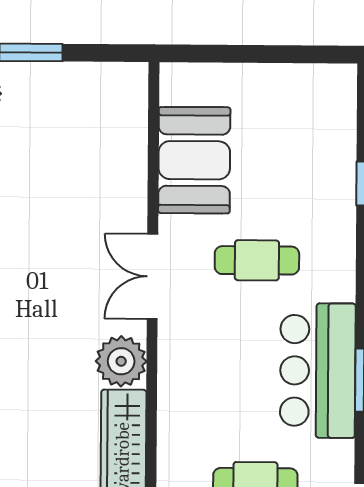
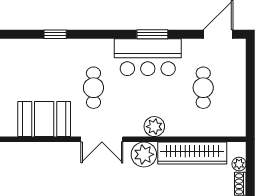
plant: (177, 383) -> (154, 127), added

